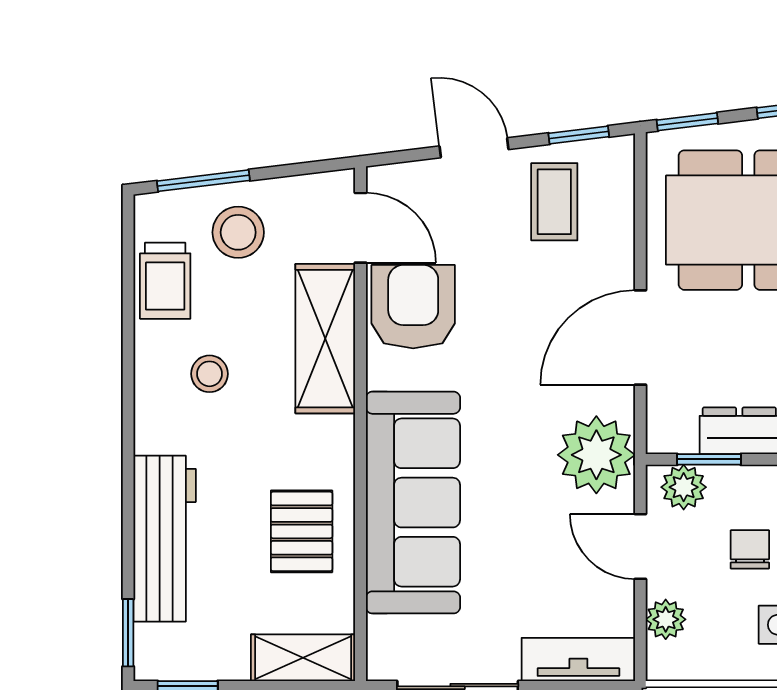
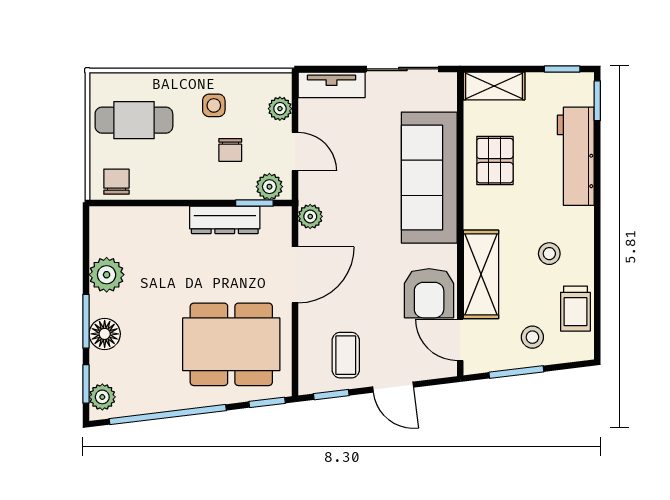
window: (203, 181) -> (516, 372), moved
stool: (238, 232) -> (532, 337), width x0.73, depth x0.73
trolley: (165, 281) -> (575, 309), turned 180
plant: (596, 455) -> (310, 216), width x0.53, depth x0.53

